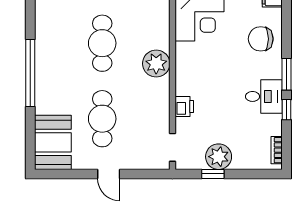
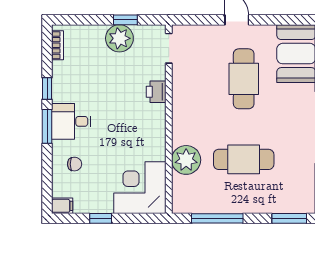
chair: (261, 39) -> (75, 164), width x0.54, depth x0.54
cafe table: (102, 43) -> (244, 159), turned 90
plant: (156, 64) -> (186, 160), moved
desk: (264, 96) -> (71, 121), moved

